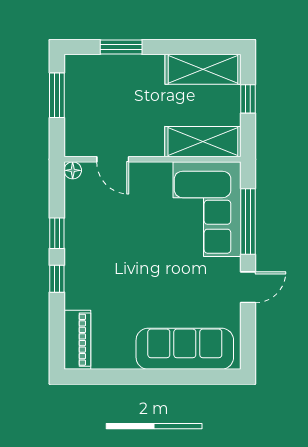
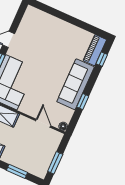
window: (57, 279) -> (102, 59), moved
sofa: (185, 349) -> (76, 84), moved, turned 90

